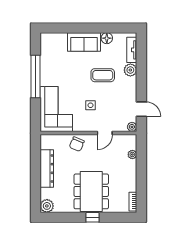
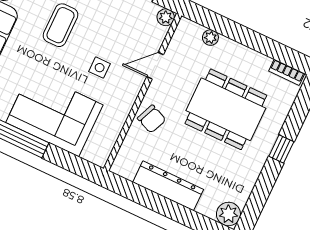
corner sofa: (56, 109) -> (54, 114), moved
door: (105, 133) -> (155, 66), swing flipped
dining table: (91, 191) -> (226, 109), moved

